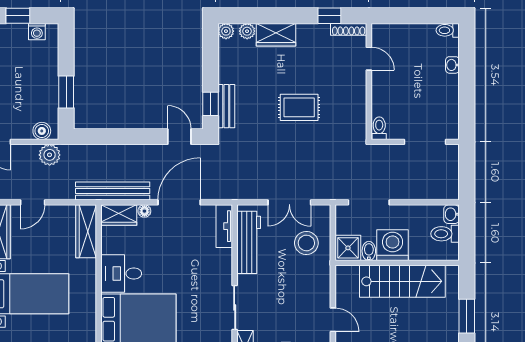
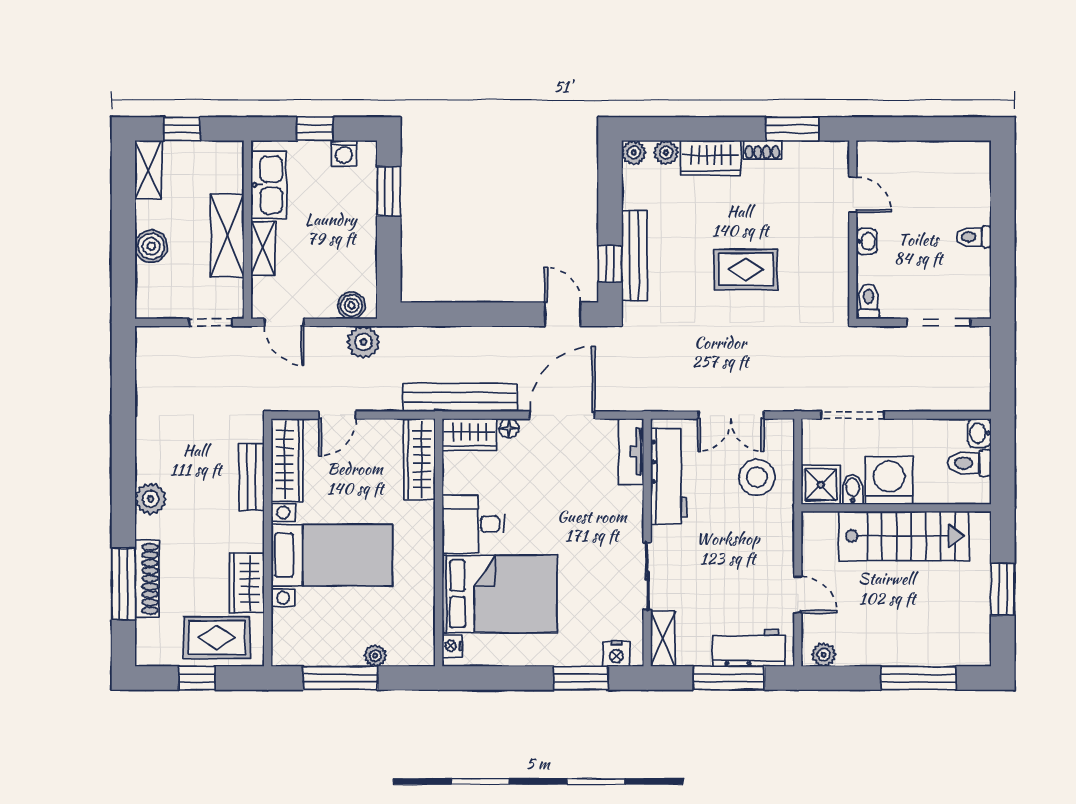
window: (329, 16) -> (792, 129), width x1.50
shoe rack: (349, 29) -> (762, 150), moved, width x0.70
toilet: (448, 30) -> (974, 237), moved
washbasin: (452, 65) -> (867, 241), moved, turned 180
window: (66, 92) -> (389, 191), moved
bench: (226, 106) -> (634, 255), width x1.36

